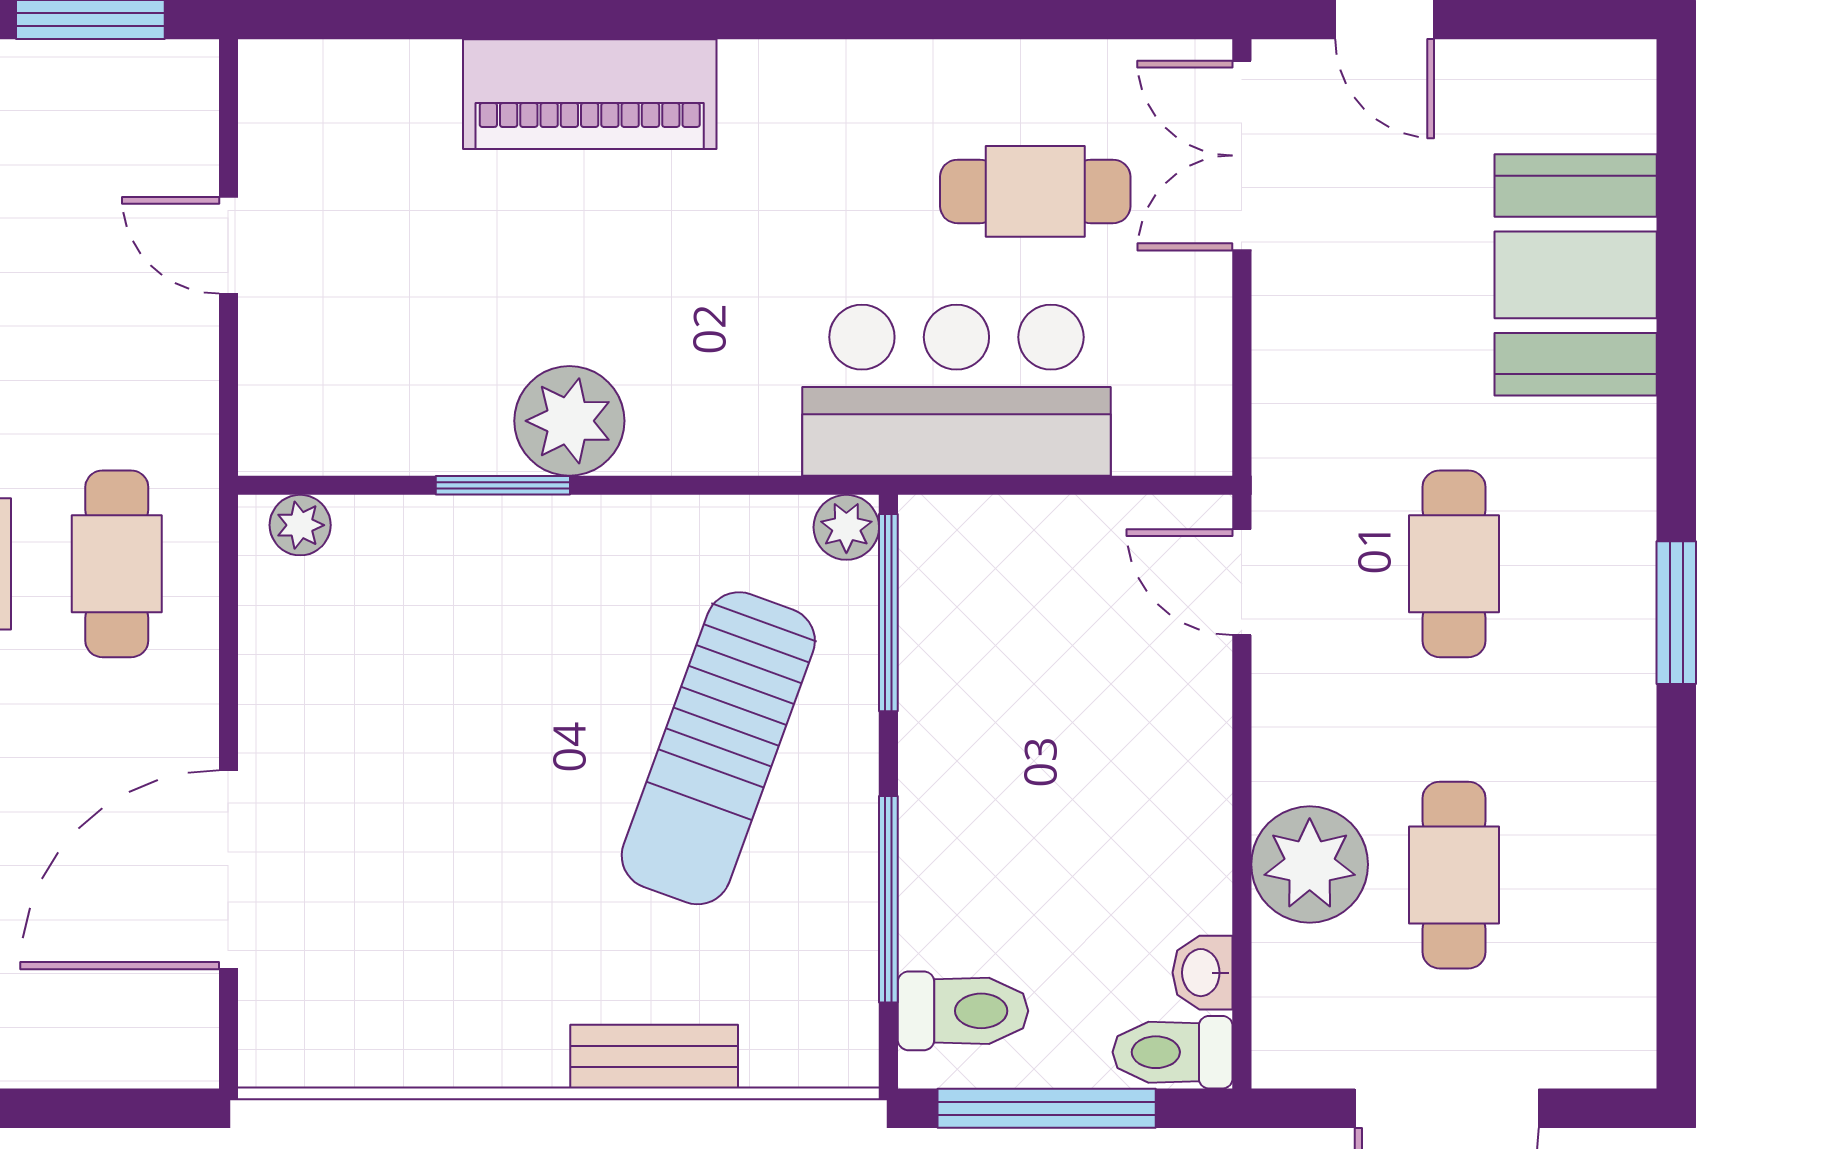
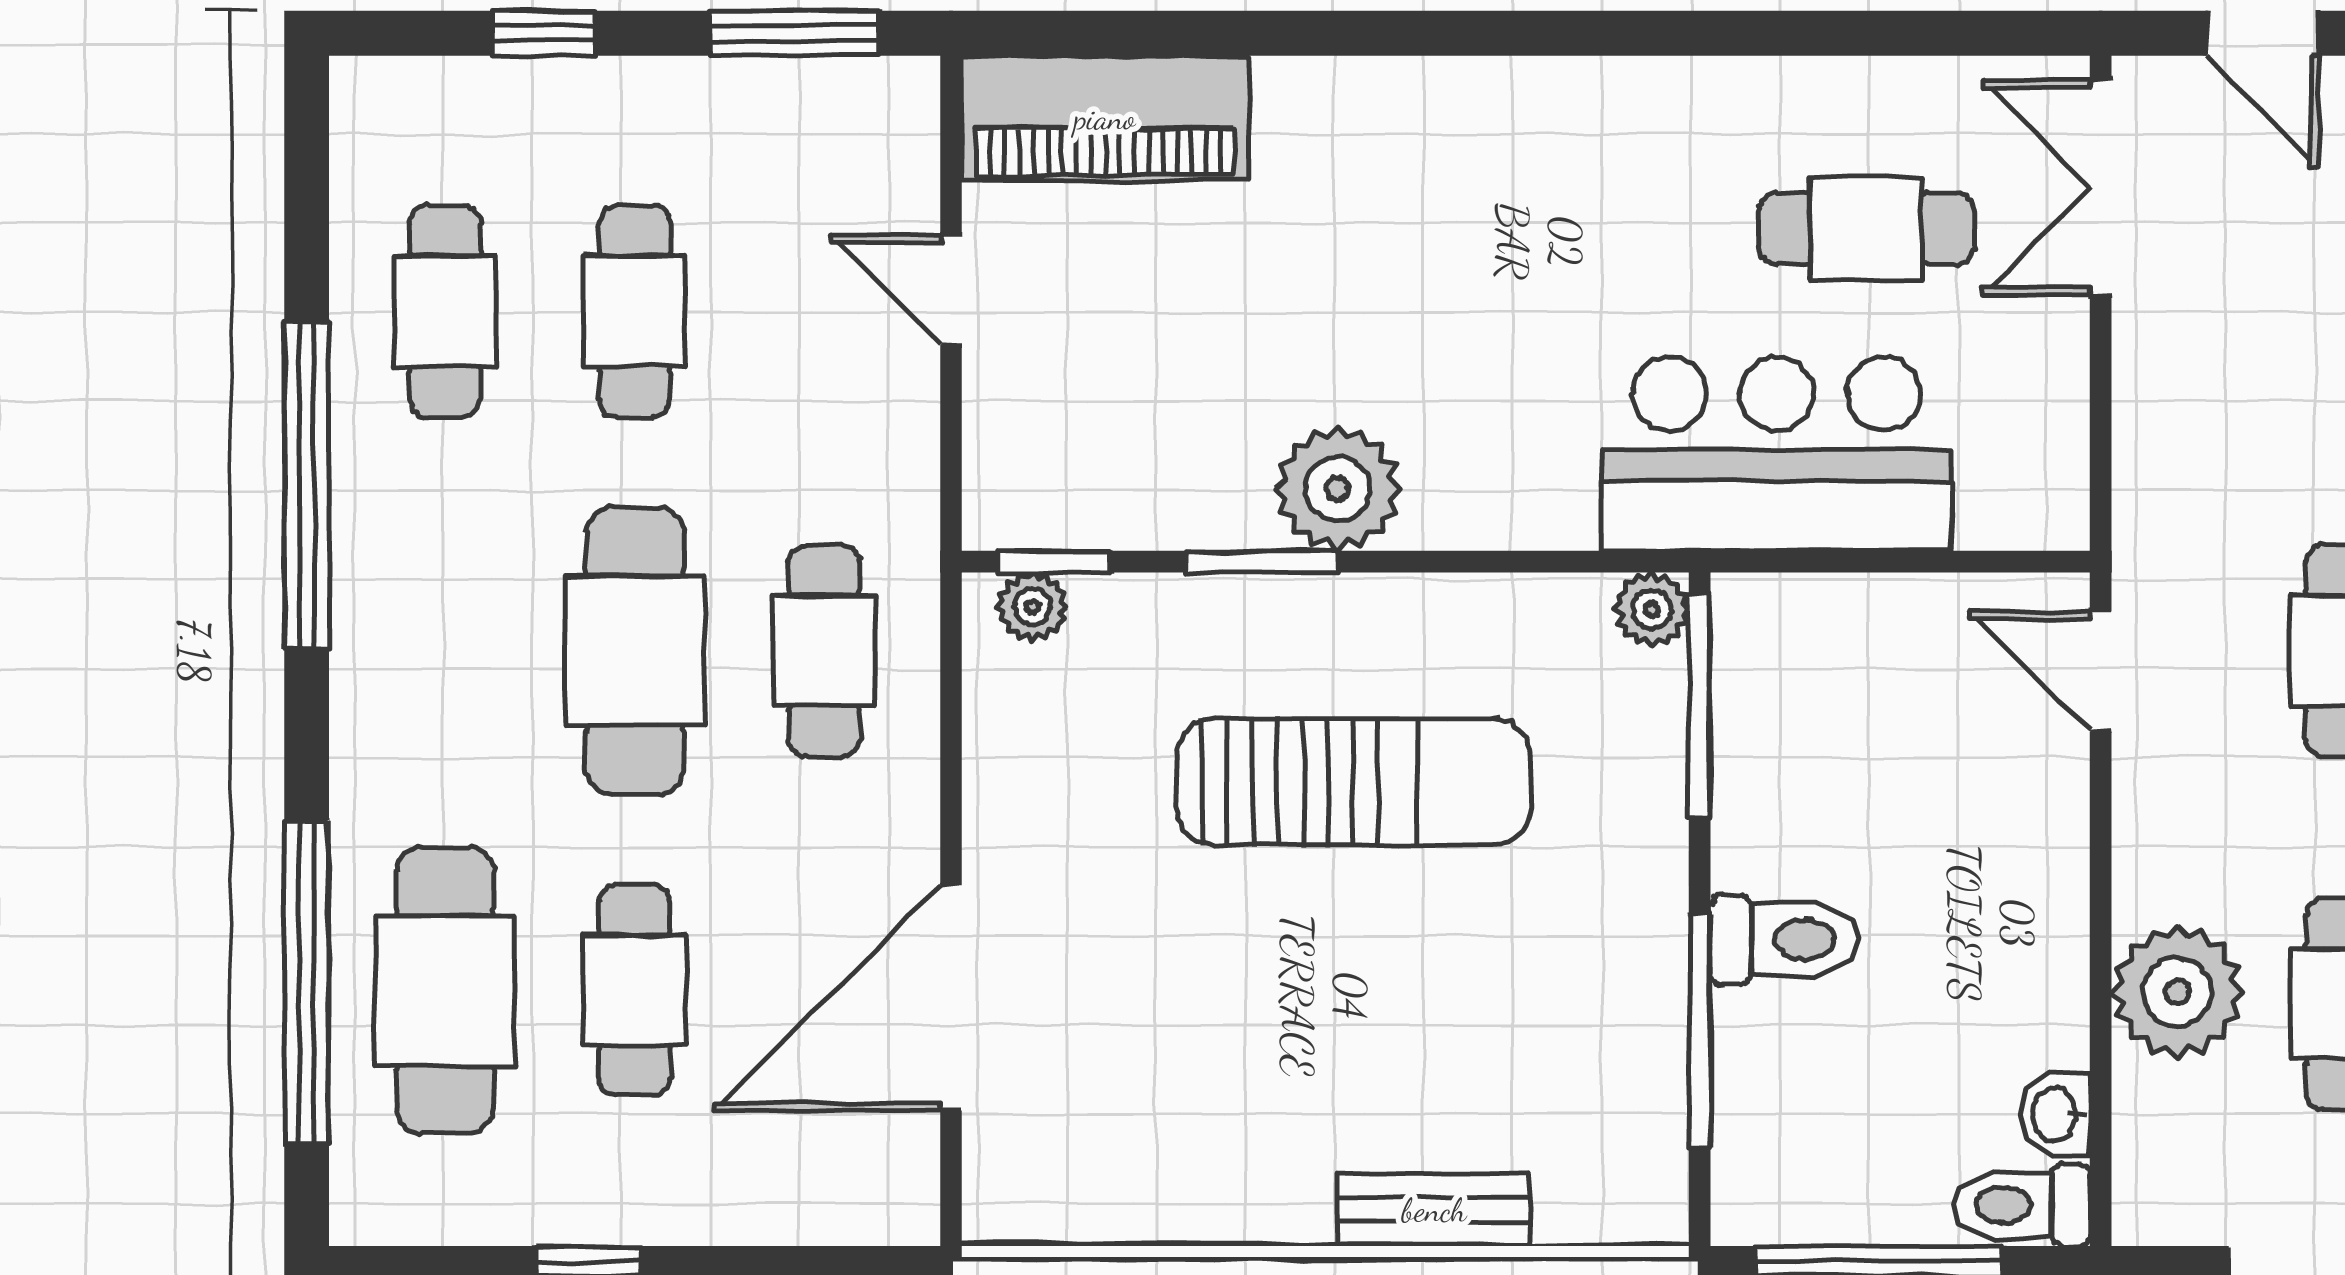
piano: (590, 94) -> (1105, 118), moved
window: (319, 485) -> (1054, 562), added
sun lounger: (718, 748) -> (1353, 782), moved, turned -110
toilet: (963, 1011) -> (1784, 940), moved

